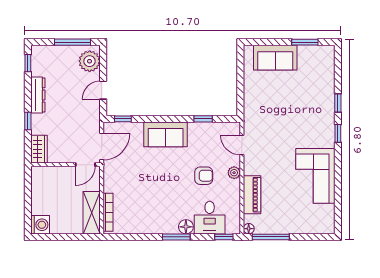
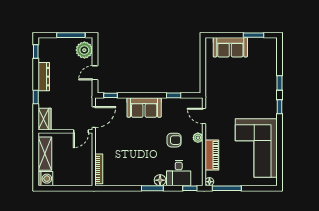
corner sofa: (315, 176) -> (256, 148), width x1.36, depth x1.36
shelving: (92, 213) -> (45, 154), moved

